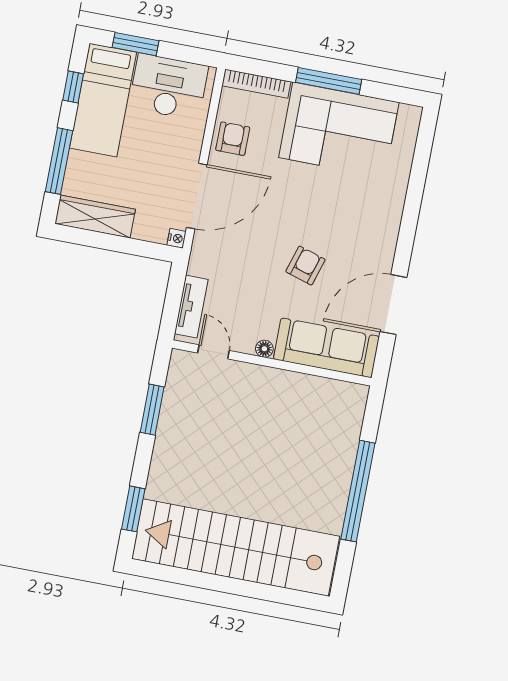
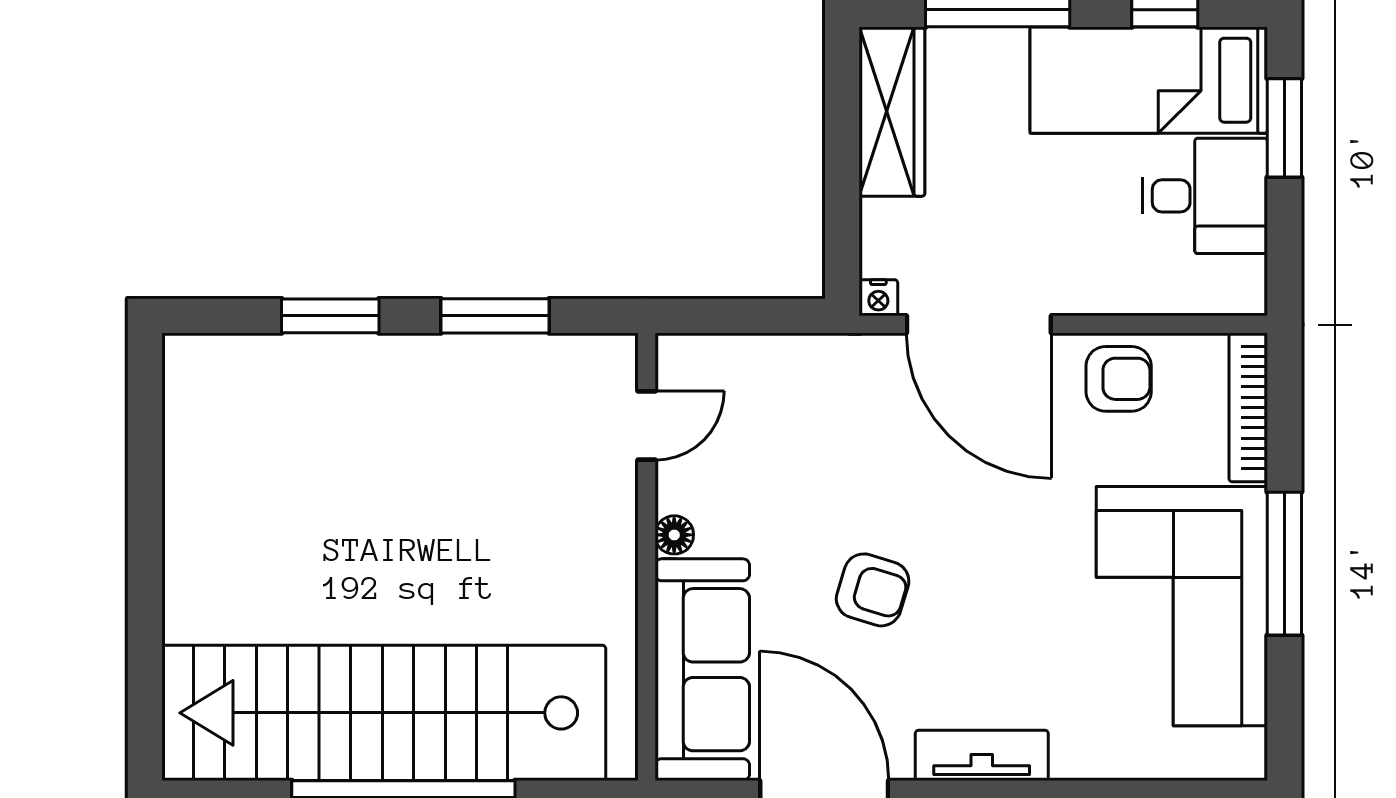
desk: (169, 87) -> (1205, 196), width x0.73
tv unit: (191, 307) -> (982, 755), moved, turned 180
window: (133, 509) -> (330, 316), moved
stairs: (236, 547) -> (384, 713), moved, turned -90

